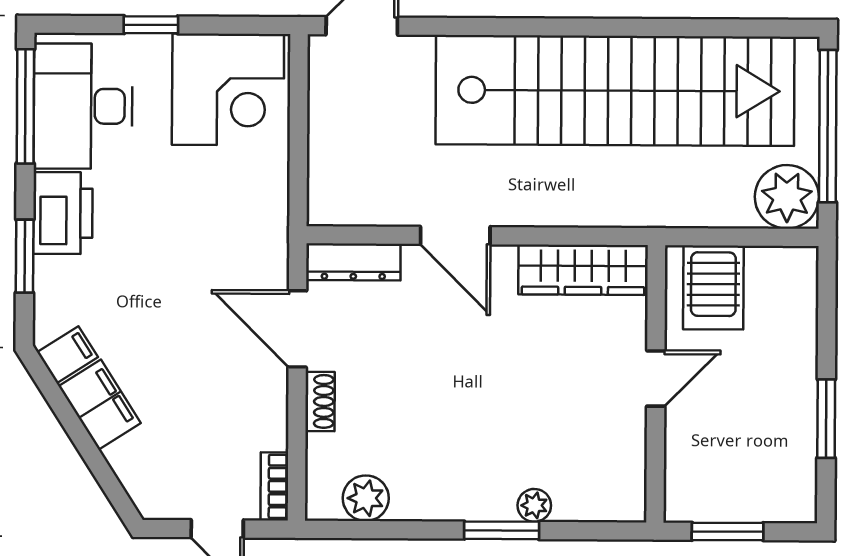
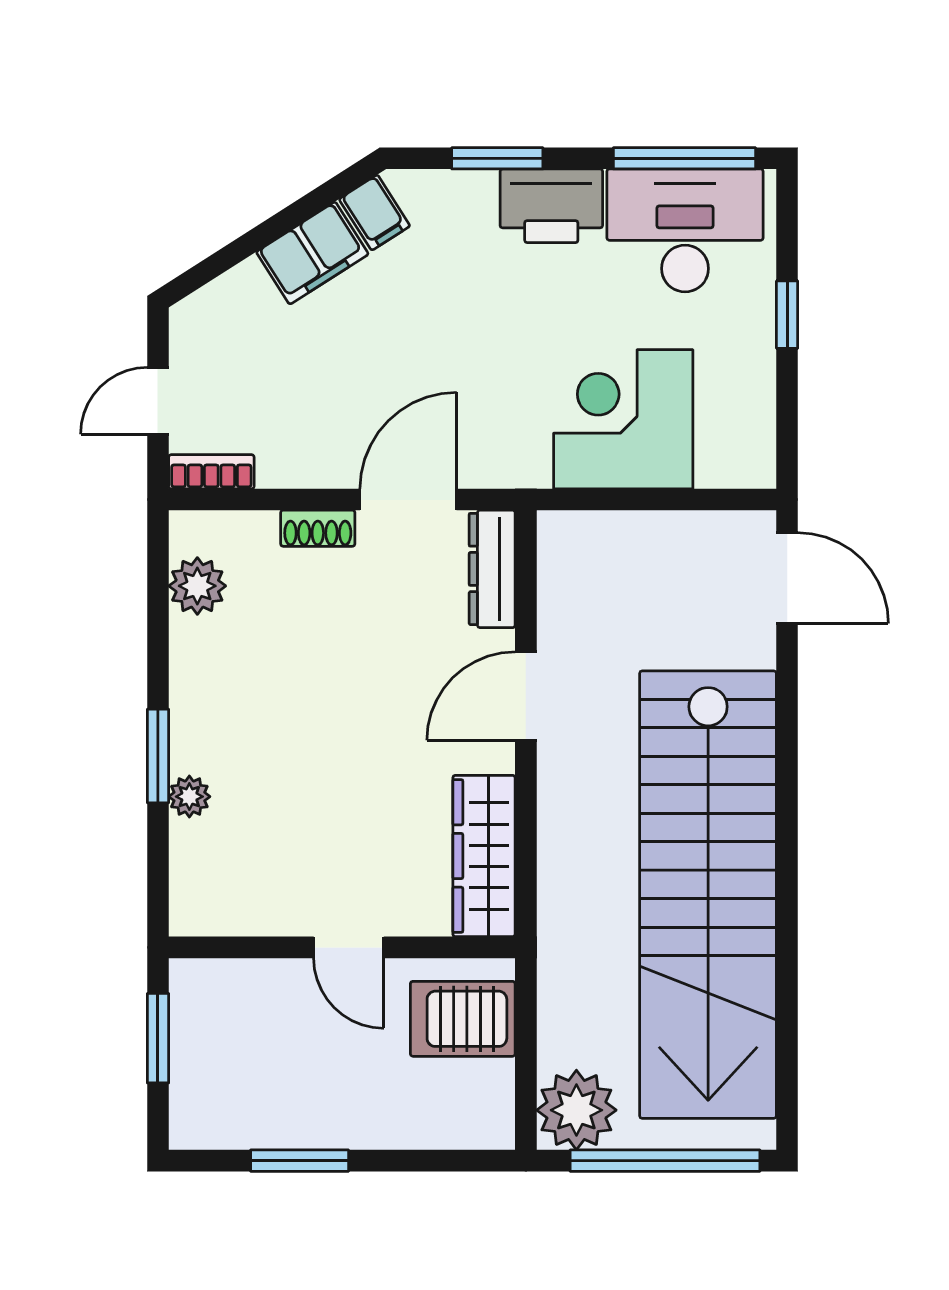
corner desk: (228, 89) -> (623, 419), moved, turned 90

